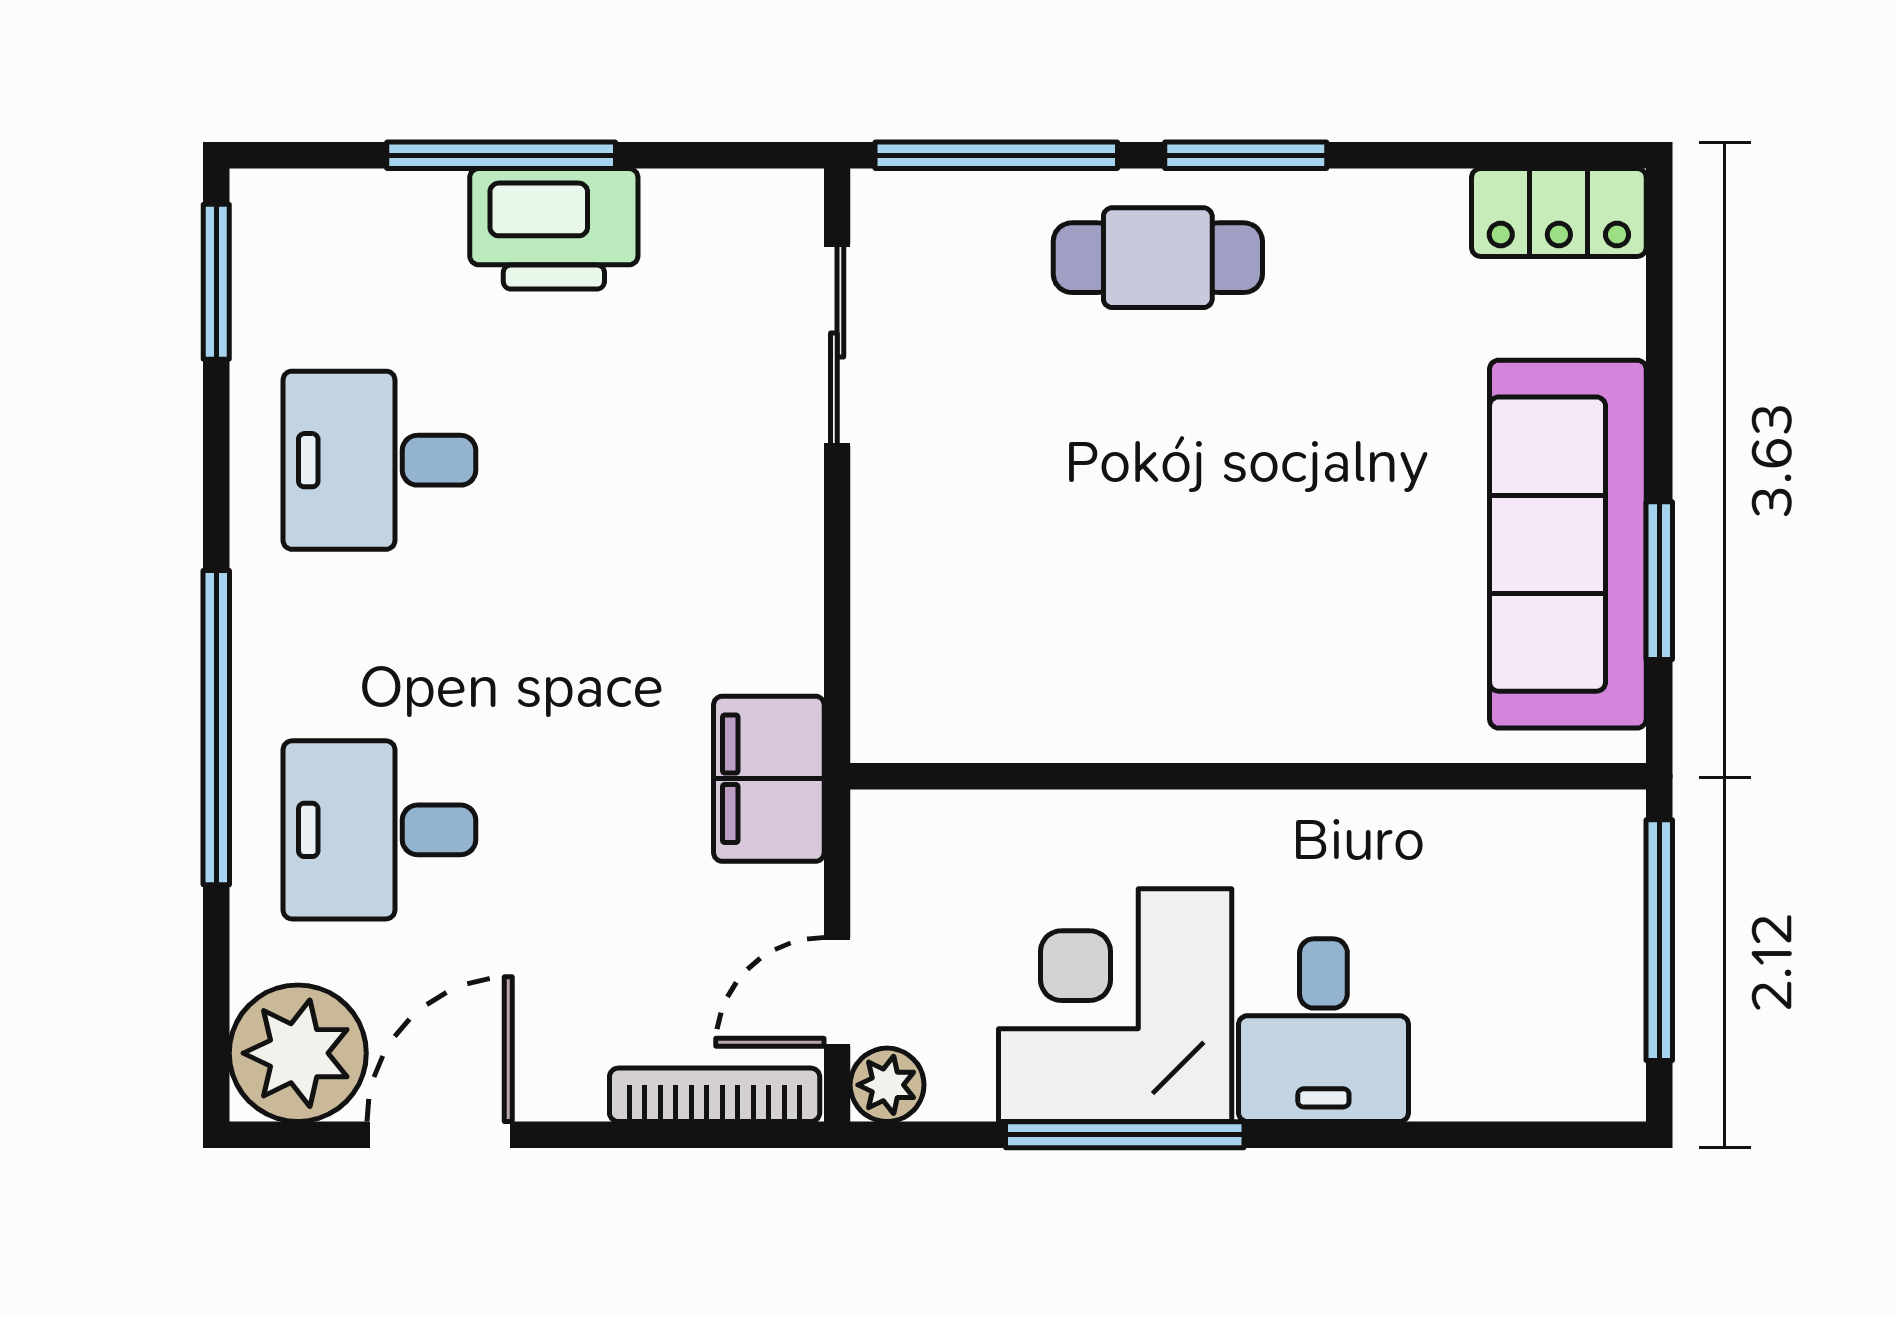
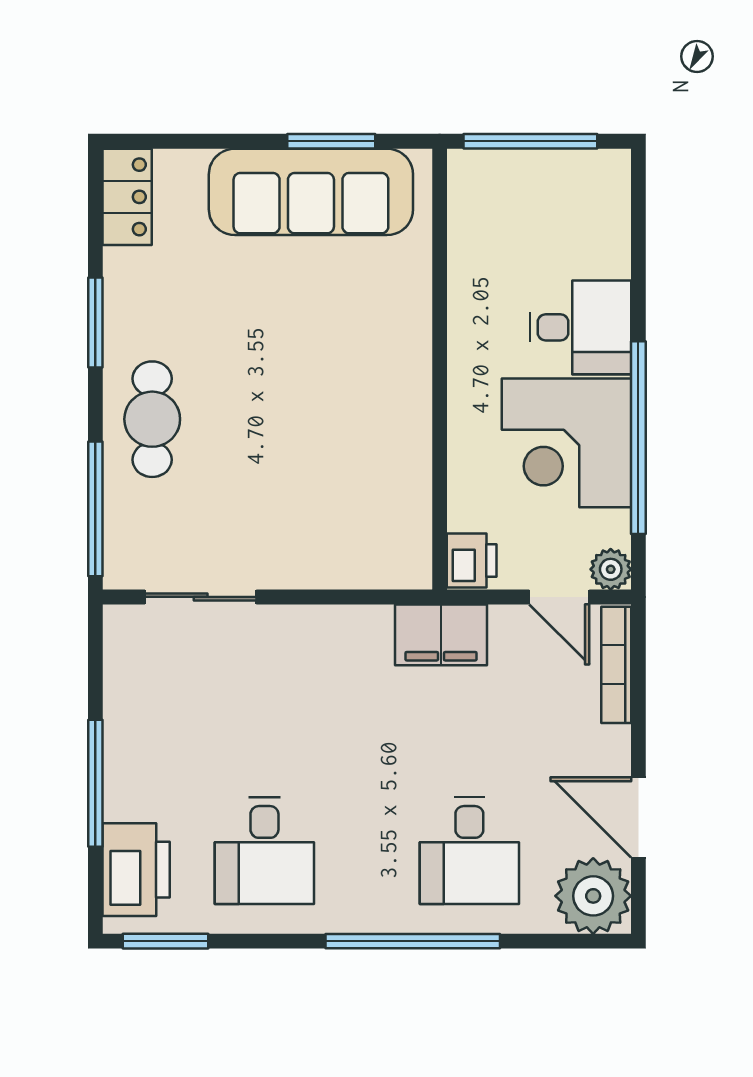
window: (1246, 155) -> (95, 322), moved
printer: (554, 229) -> (136, 870), moved
printer: (903, 834) -> (472, 561), added
window: (1125, 1135) -> (638, 438), width x1.46

